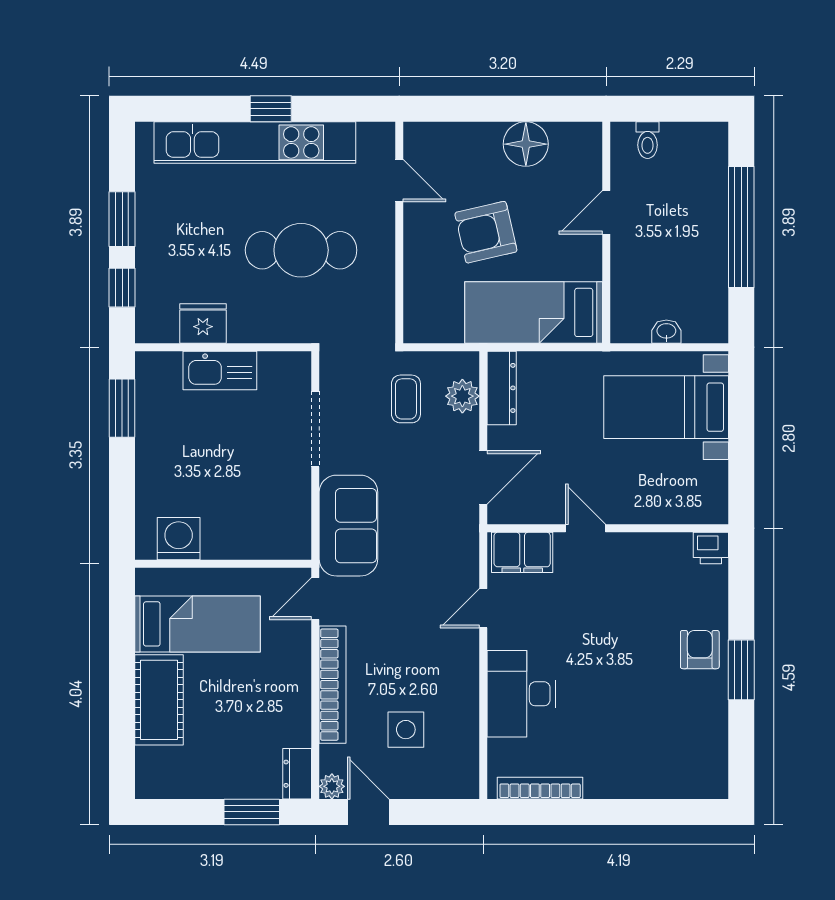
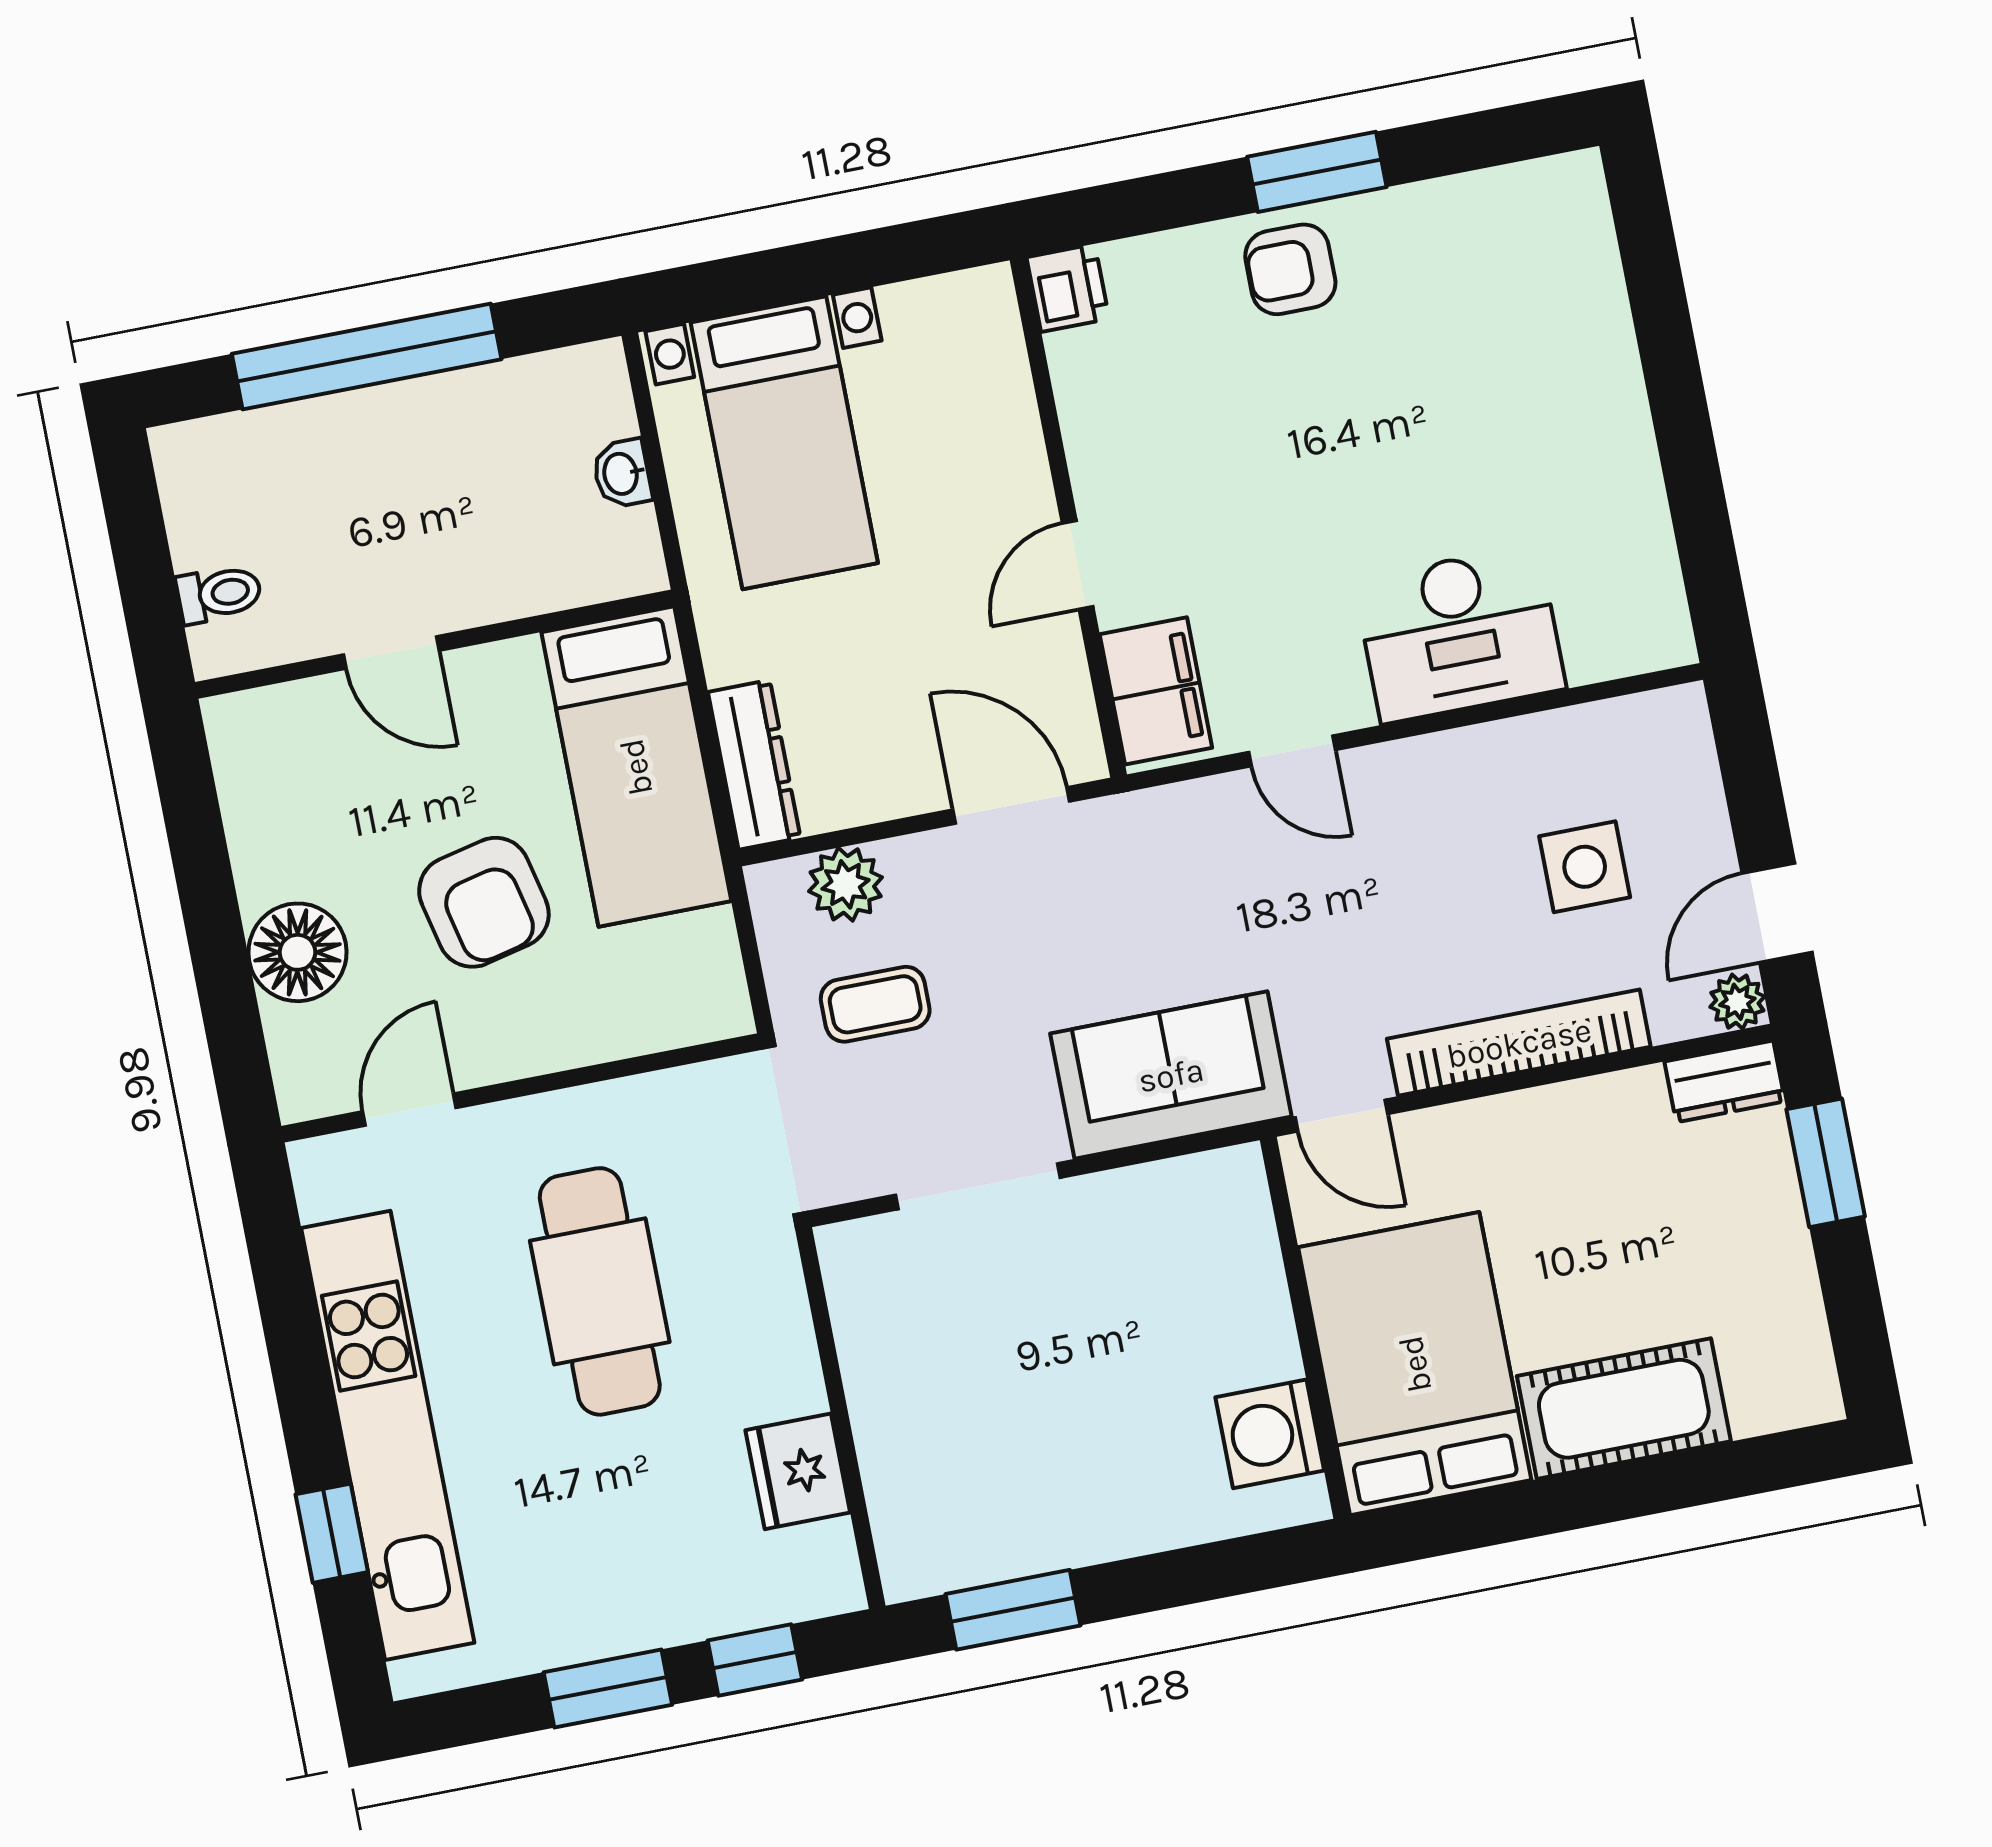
window: (271, 109) -> (332, 1533), moved
floor lamp: (526, 144) -> (298, 952), moved
kitchen sink: (220, 370) -> (892, 1416), removed
dresser: (502, 388) -> (754, 765), moved, turned 90
bed: (197, 624) -> (1415, 1364), width x1.50
bookcase: (540, 788) -> (1654, 554), removed

